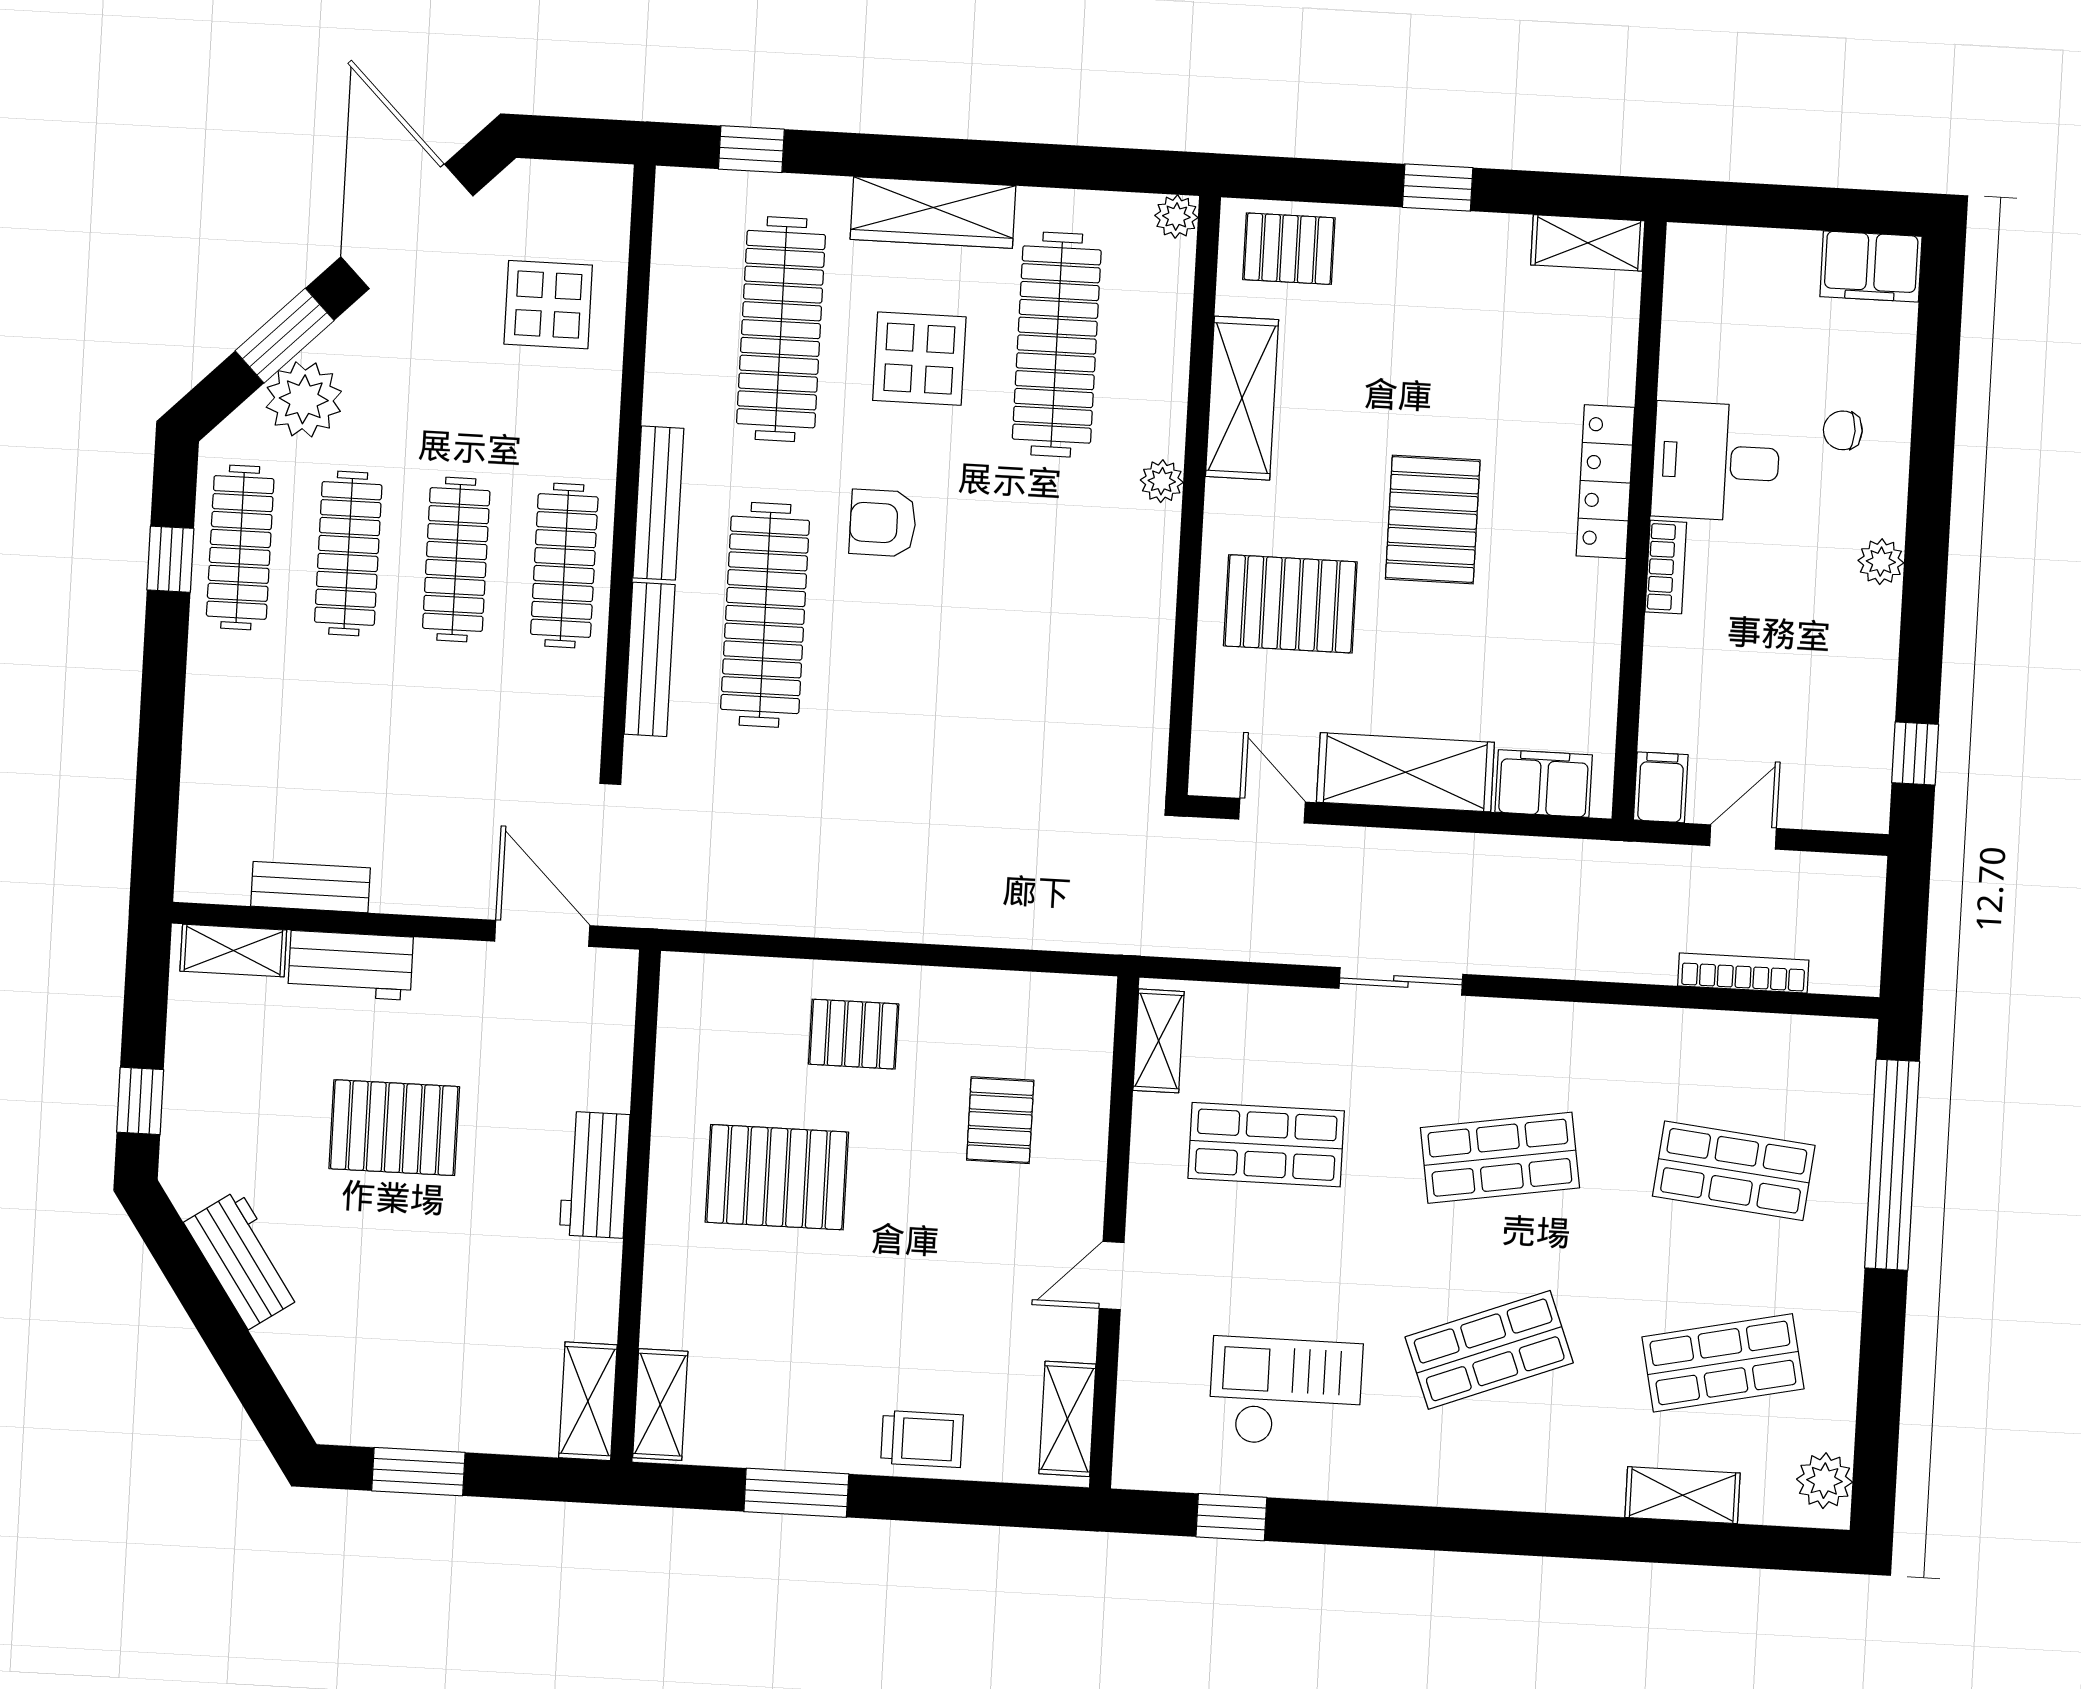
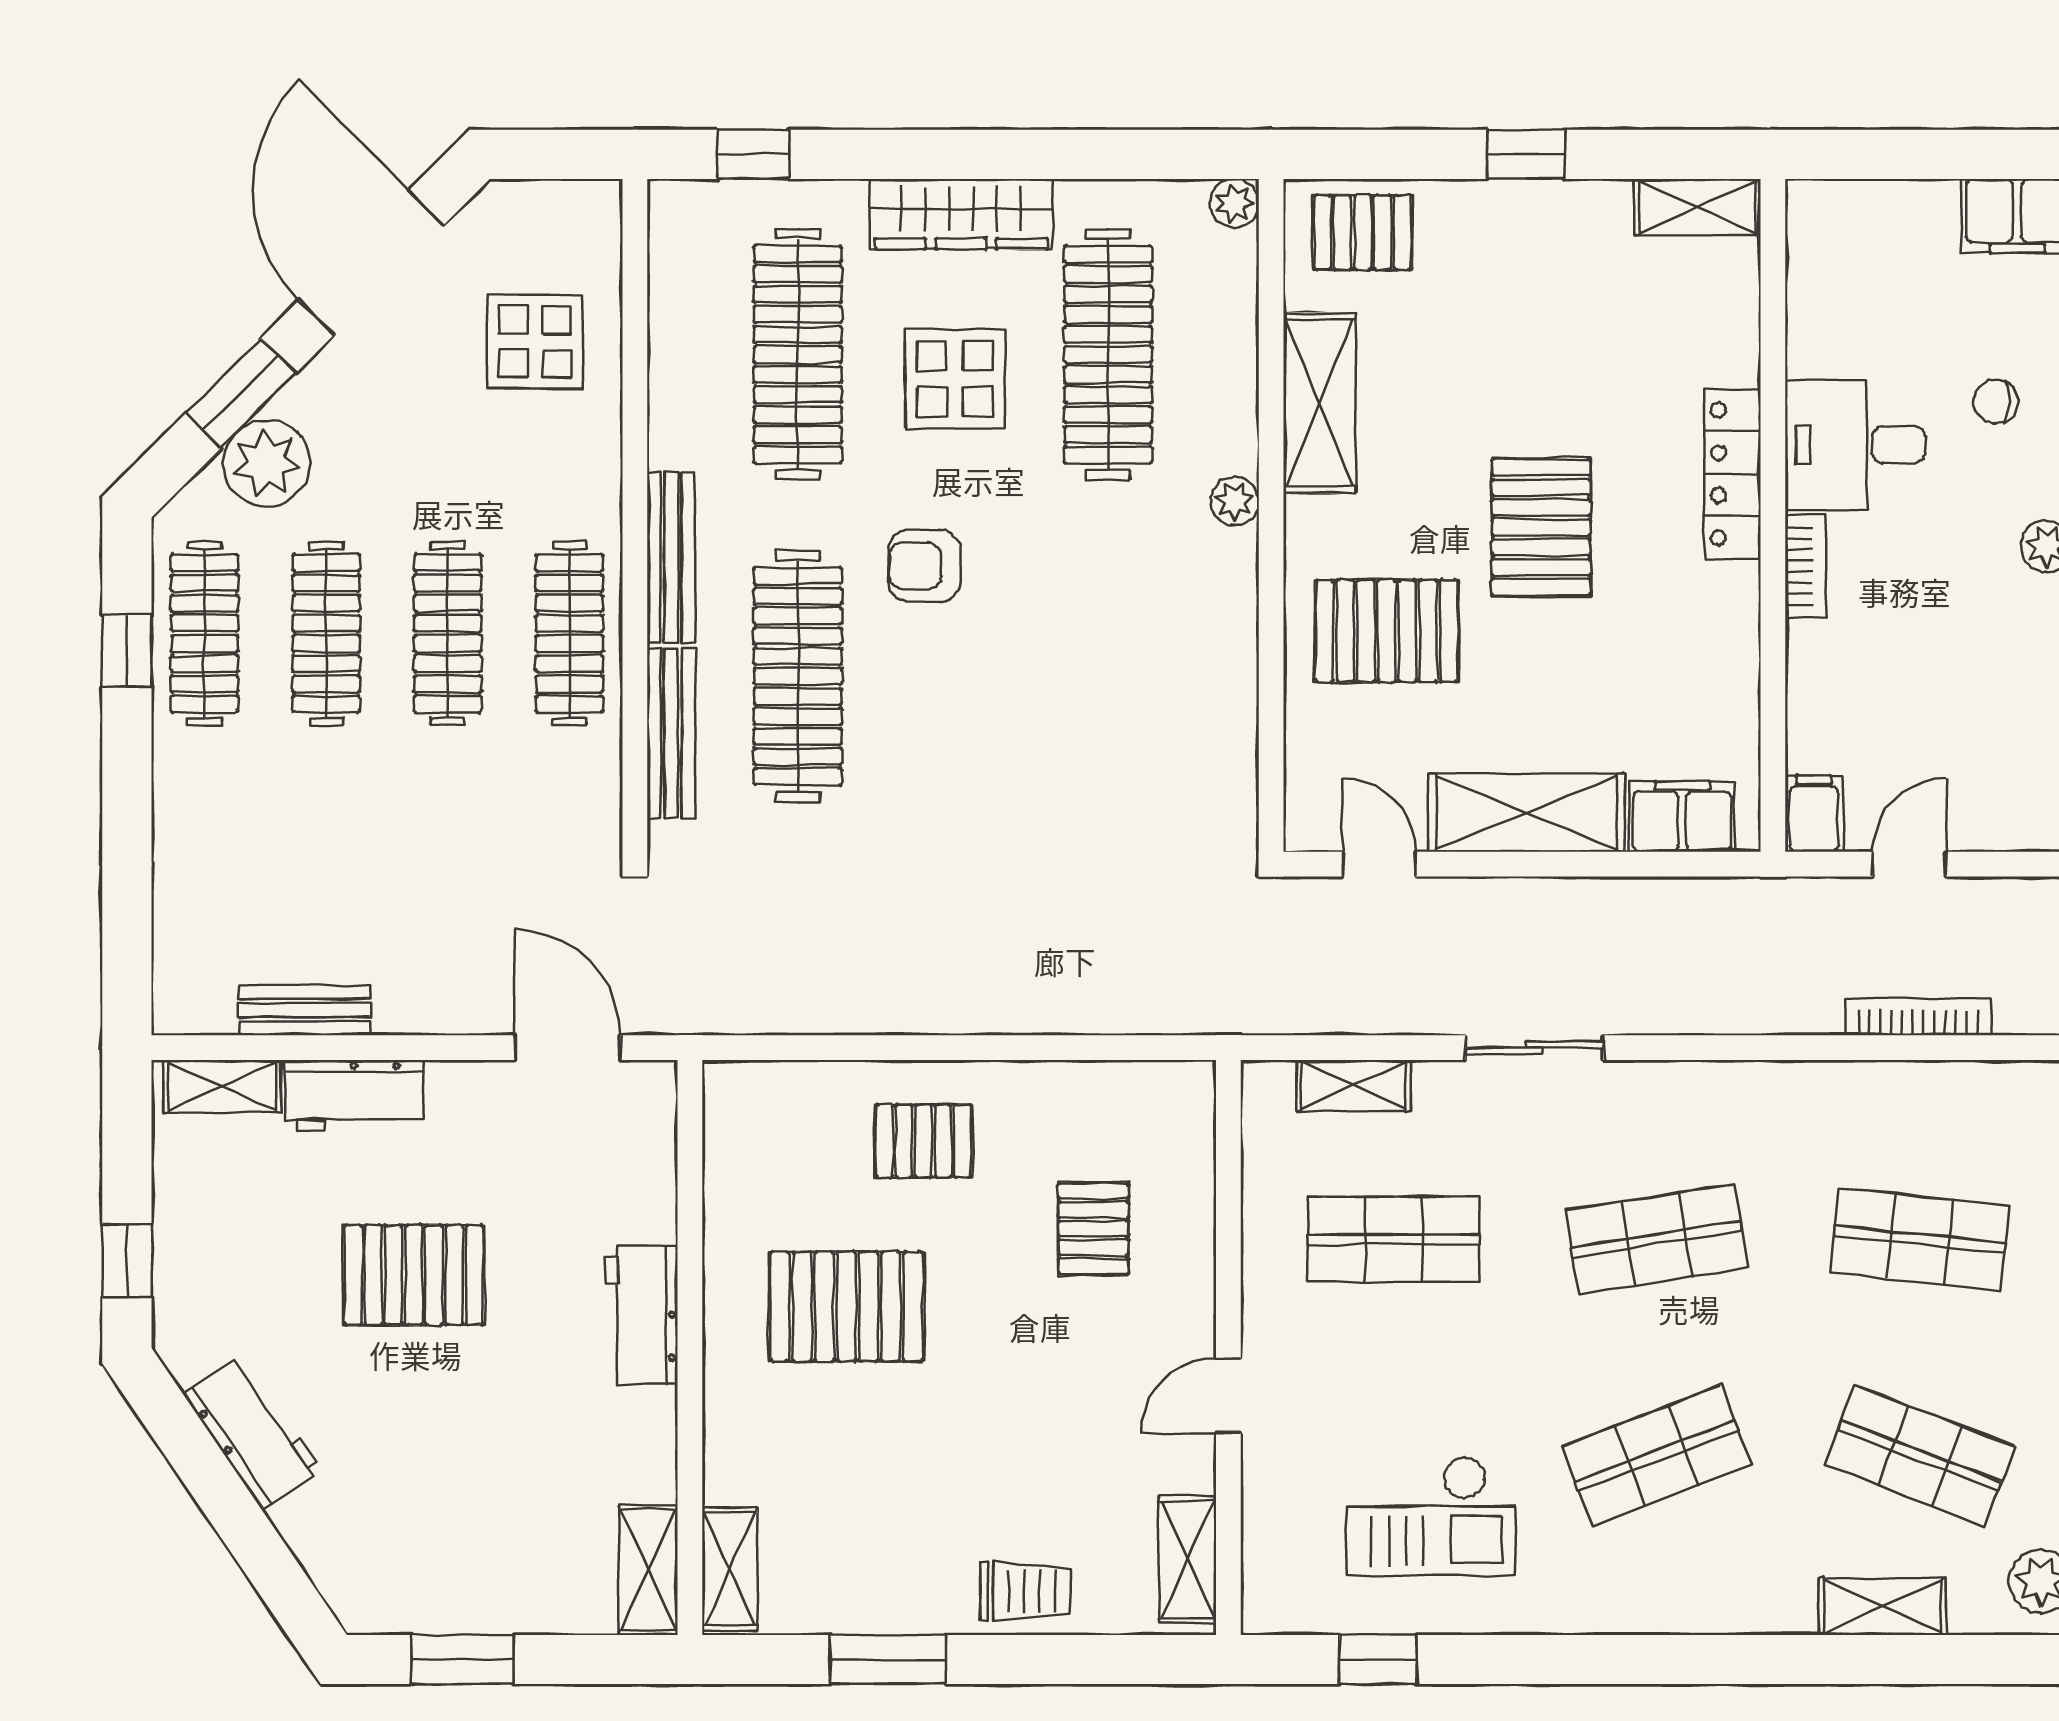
shelving: (1159, 1041) -> (1354, 1086), moved, turned 90
shop shelf: (1723, 1363) -> (1920, 1456), turned 33
checkout: (1286, 1392) -> (1431, 1516), turned 180

